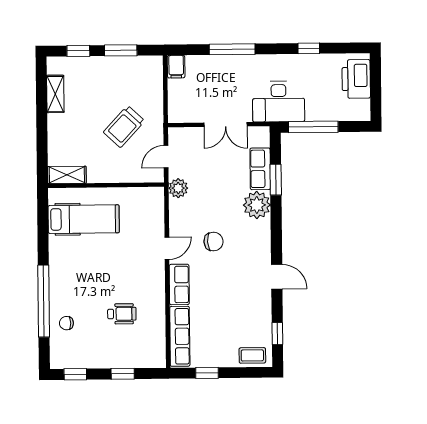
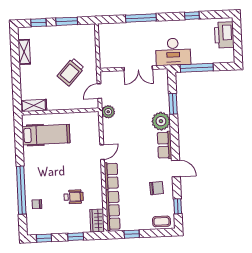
filing cabinet: (176, 67) -> (104, 31), removed
row of seats: (260, 169) -> (165, 145), moved
chair: (213, 242) -> (157, 188), moved
wardrobe: (156, 351) -> (97, 221), added

